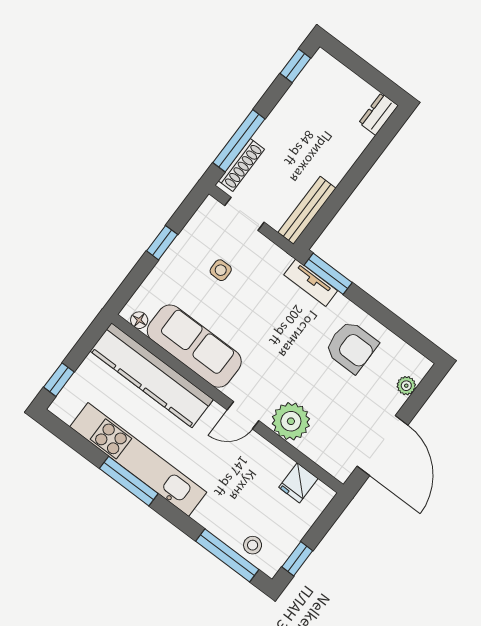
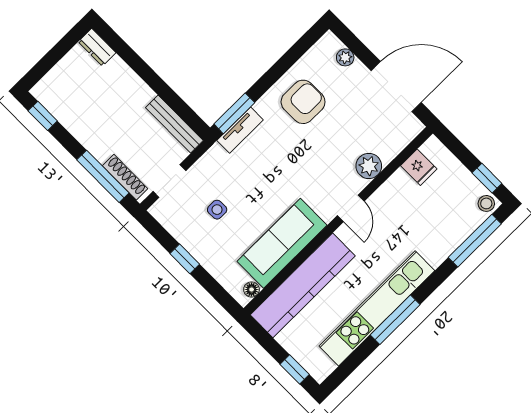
plant: (291, 421) -> (369, 166), width x0.73, depth x0.73
stool: (253, 545) -> (486, 203), moved

